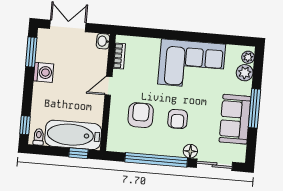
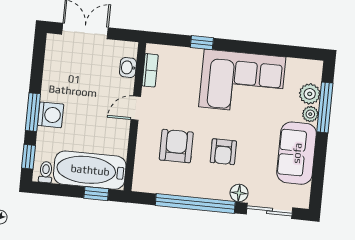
window: (160, 34) -> (202, 43), added
washbasin: (103, 41) -> (128, 67), moved
window: (31, 52) -> (33, 112), moved
plant: (248, 57) -> (310, 114), moved
washing machine: (44, 72) -> (51, 115), moved
window: (254, 108) -> (325, 107), moved

